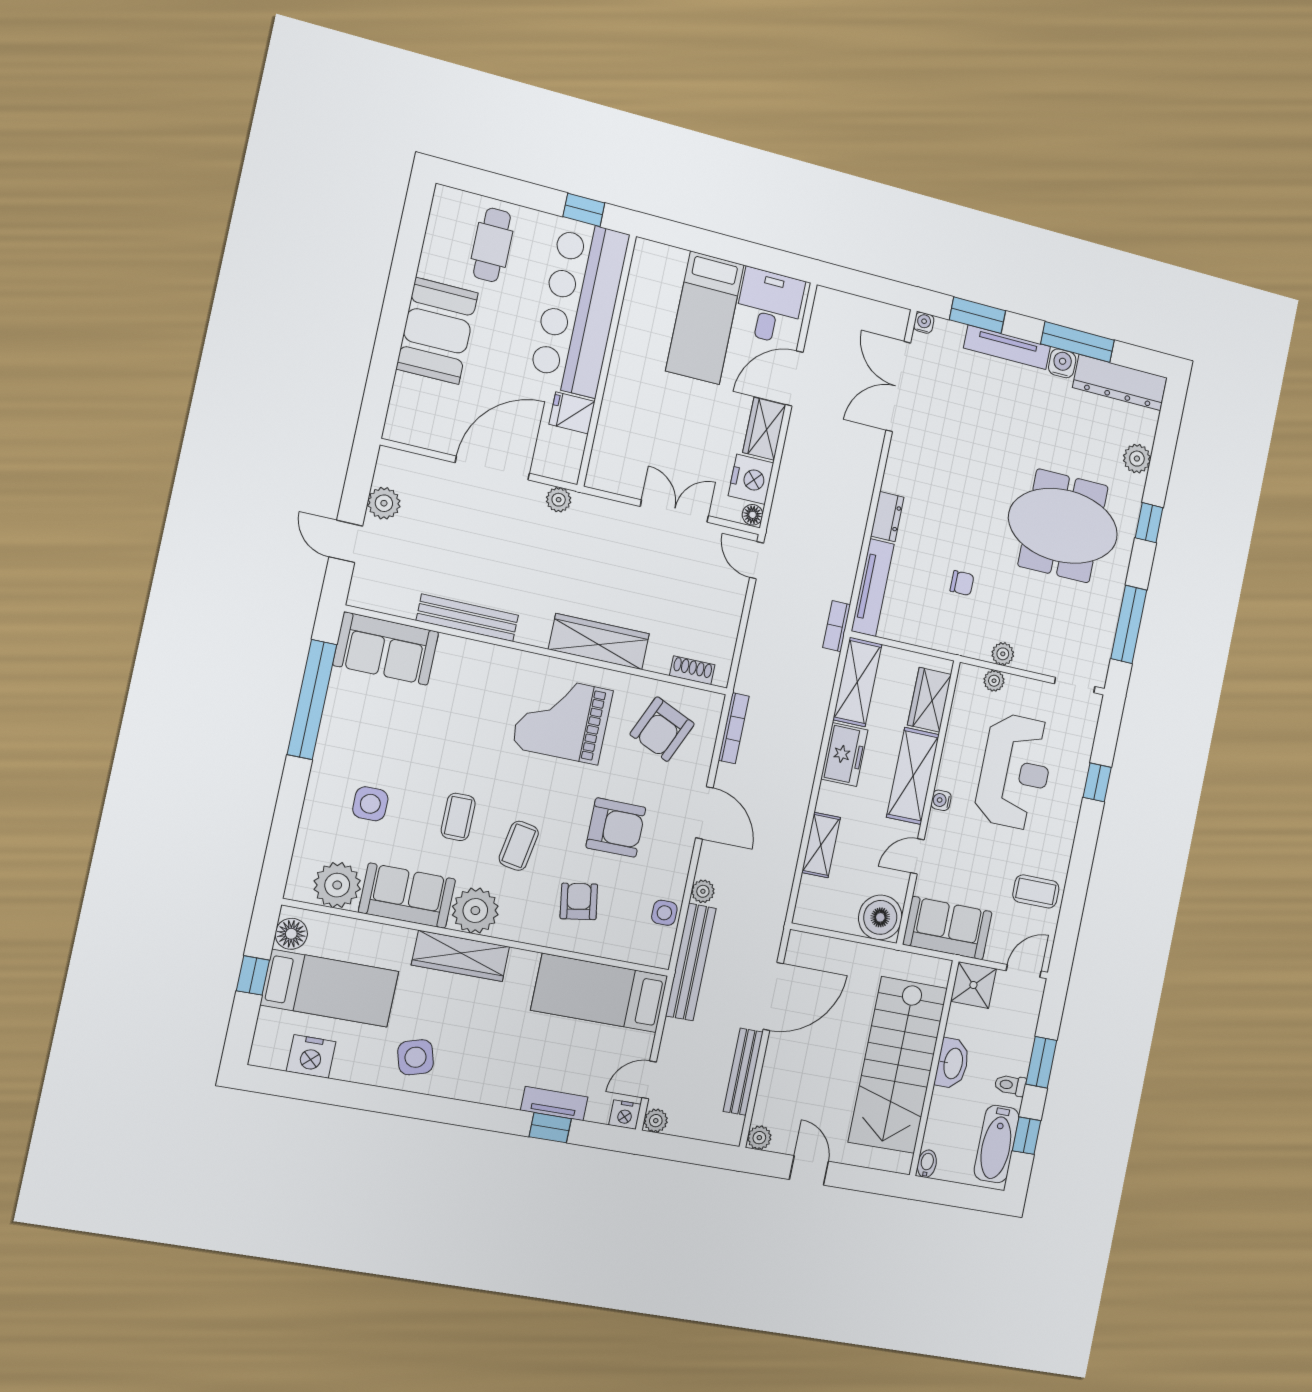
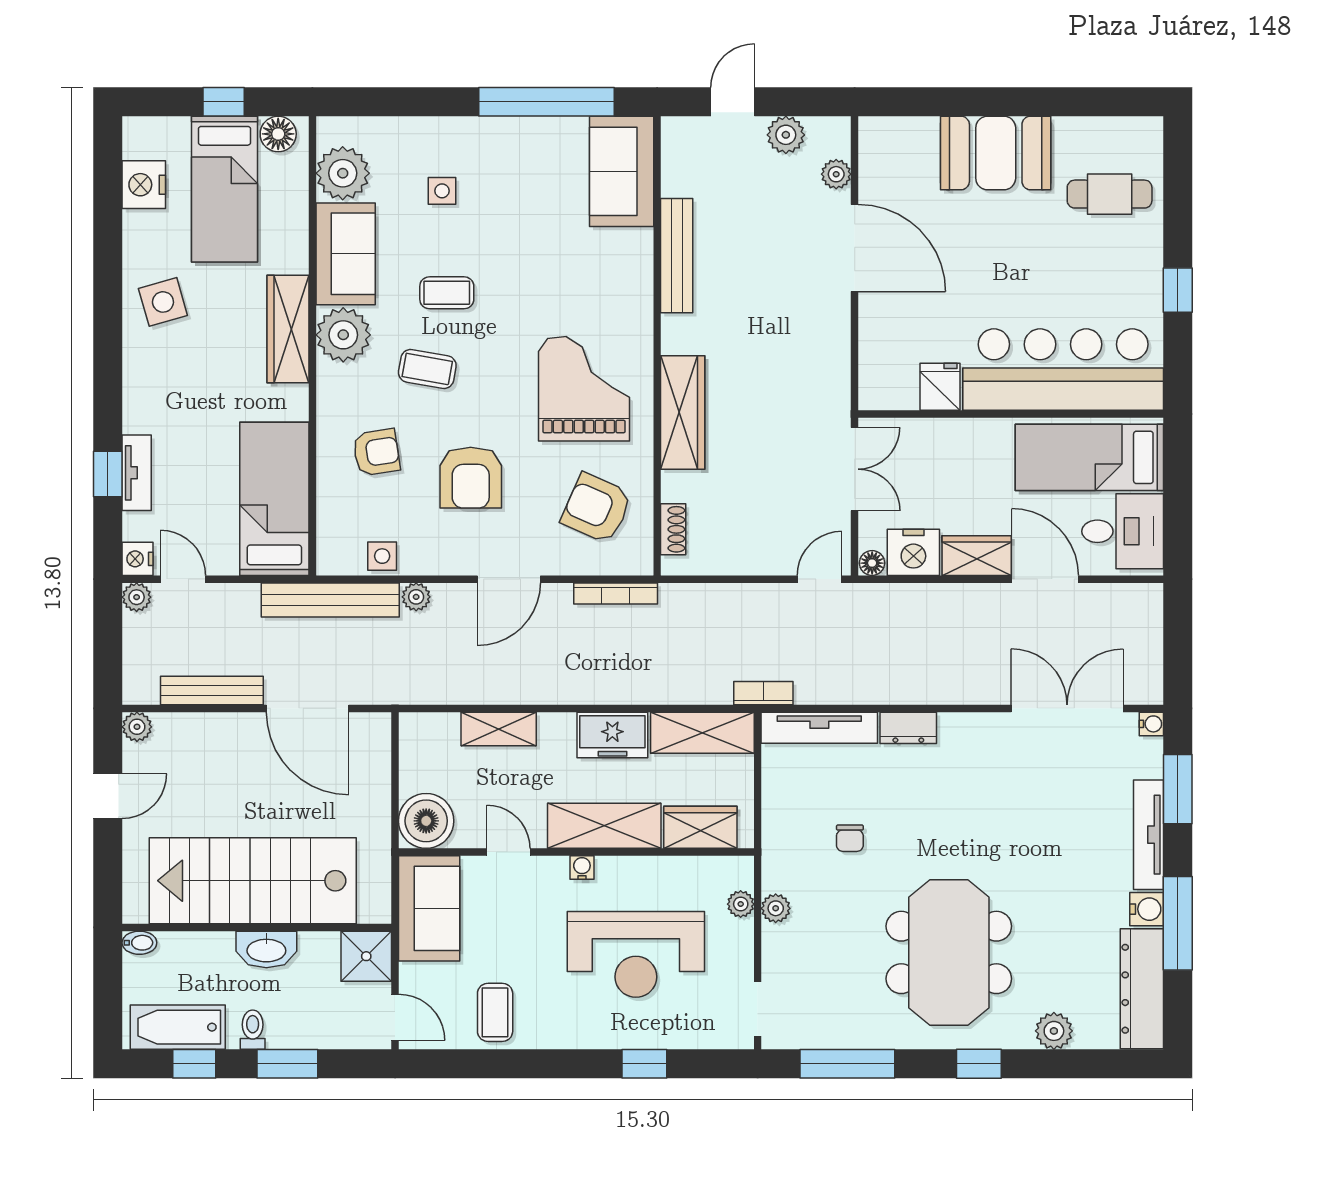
bar counter: (579, 308) -> (1063, 370), moved
wall: (607, 360) -> (1011, 414), moved
fridge: (572, 413) -> (940, 387), moved
plant: (559, 500) -> (836, 174), moved
side table: (370, 804) -> (442, 191), width x0.73, depth x0.73

